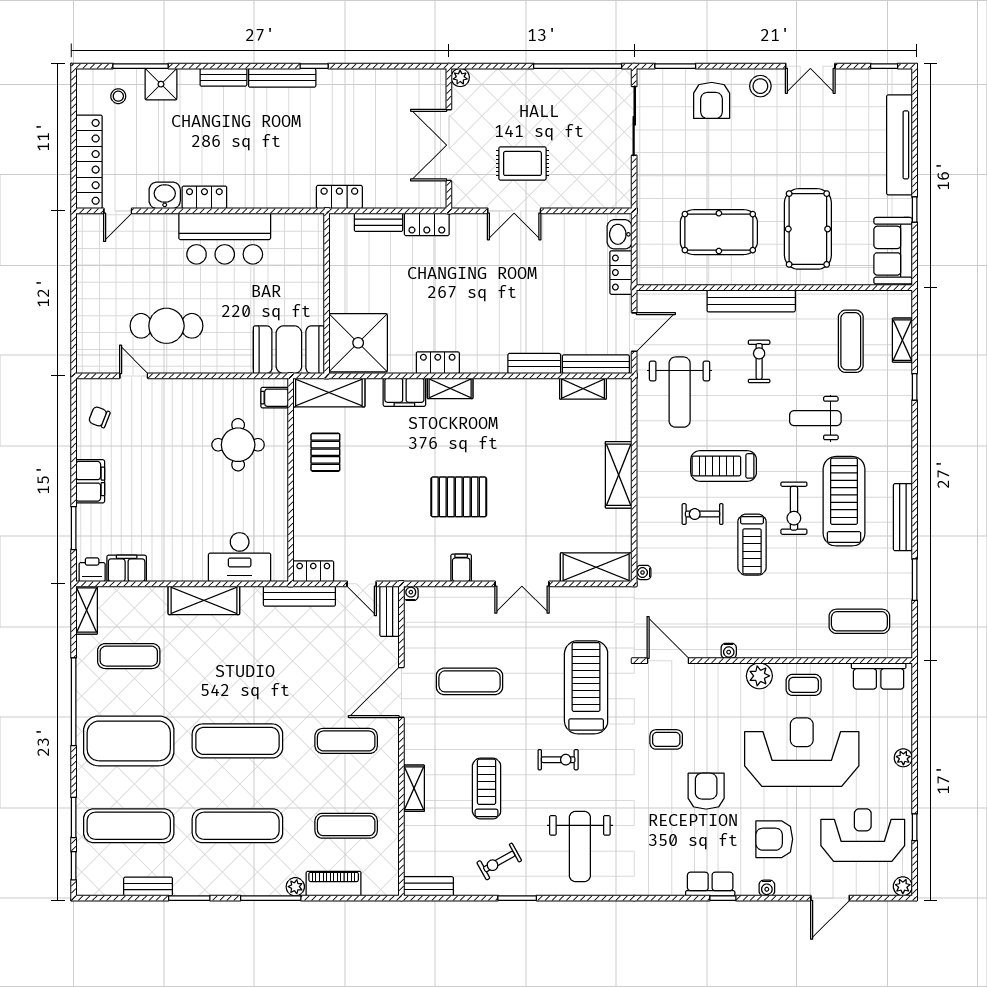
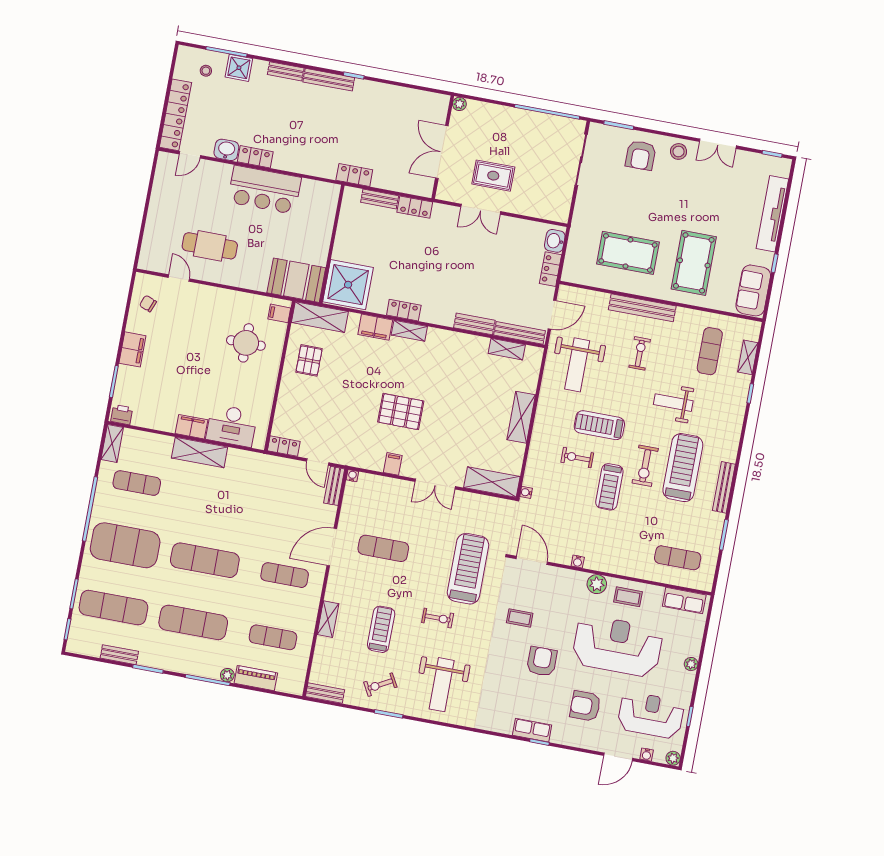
filing cabinet: (127, 568) -> (191, 427), moved
bench: (299, 596) -> (270, 462), removed
water cooler: (767, 888) -> (647, 755), moved

